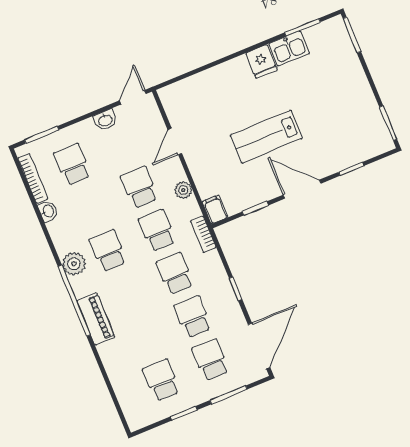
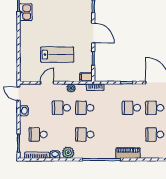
fridge: (262, 61) -> (26, 27), removed
lab bench: (266, 137) -> (57, 55), moved, turned -90
door: (175, 141) -> (47, 83), swing flipped
door: (302, 189) -> (93, 33), swing flipped
plant: (74, 264) -> (68, 153), moved
school desk: (175, 274) -> (108, 108), removed
piano: (96, 319) -> (128, 153), moved

